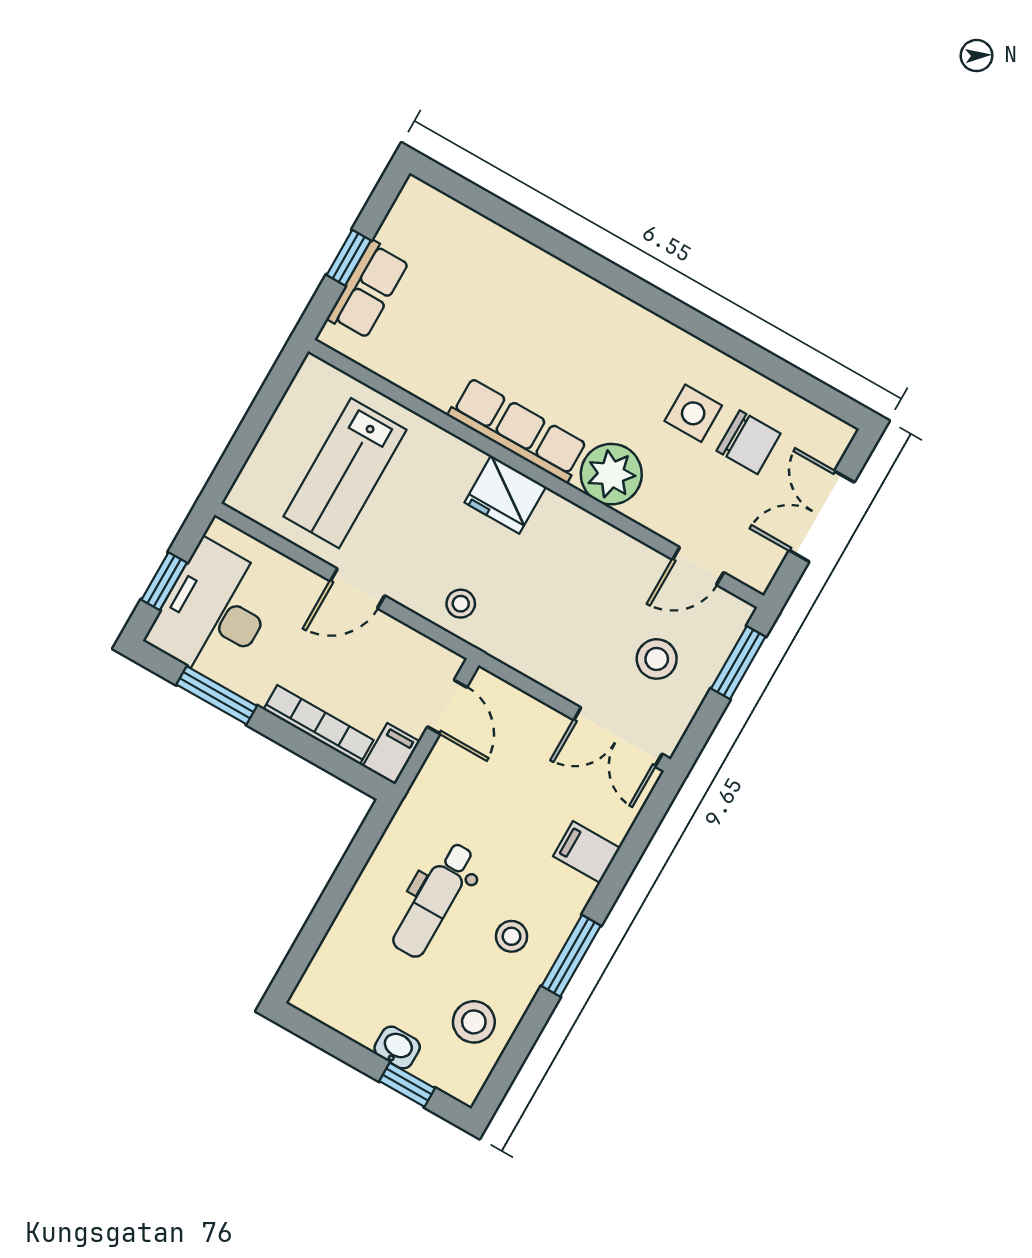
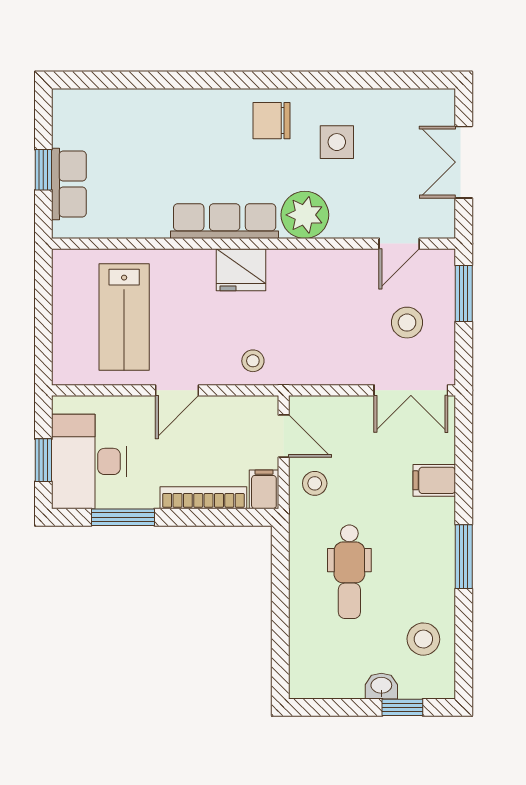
chair: (749, 442) -> (272, 121), moved, turned 180
stool: (512, 936) -> (315, 483), moved

